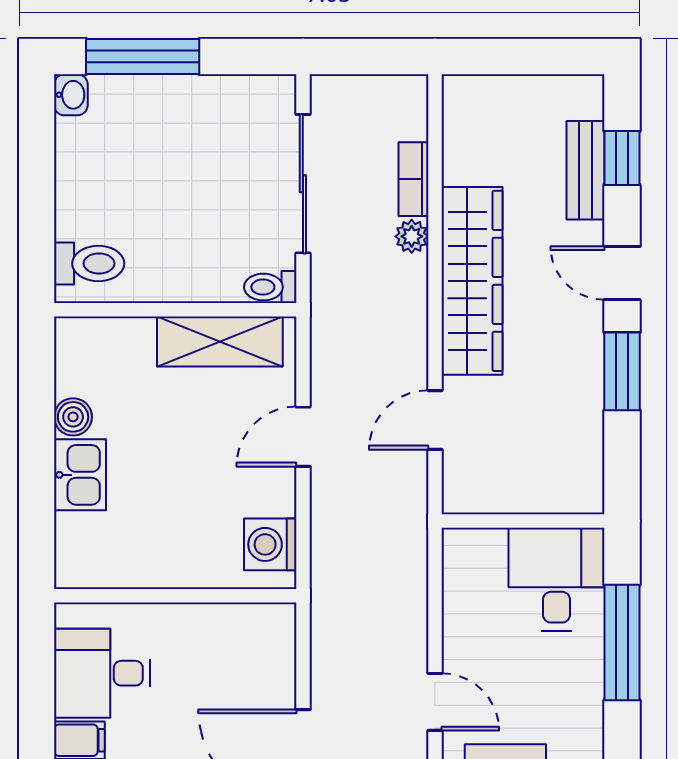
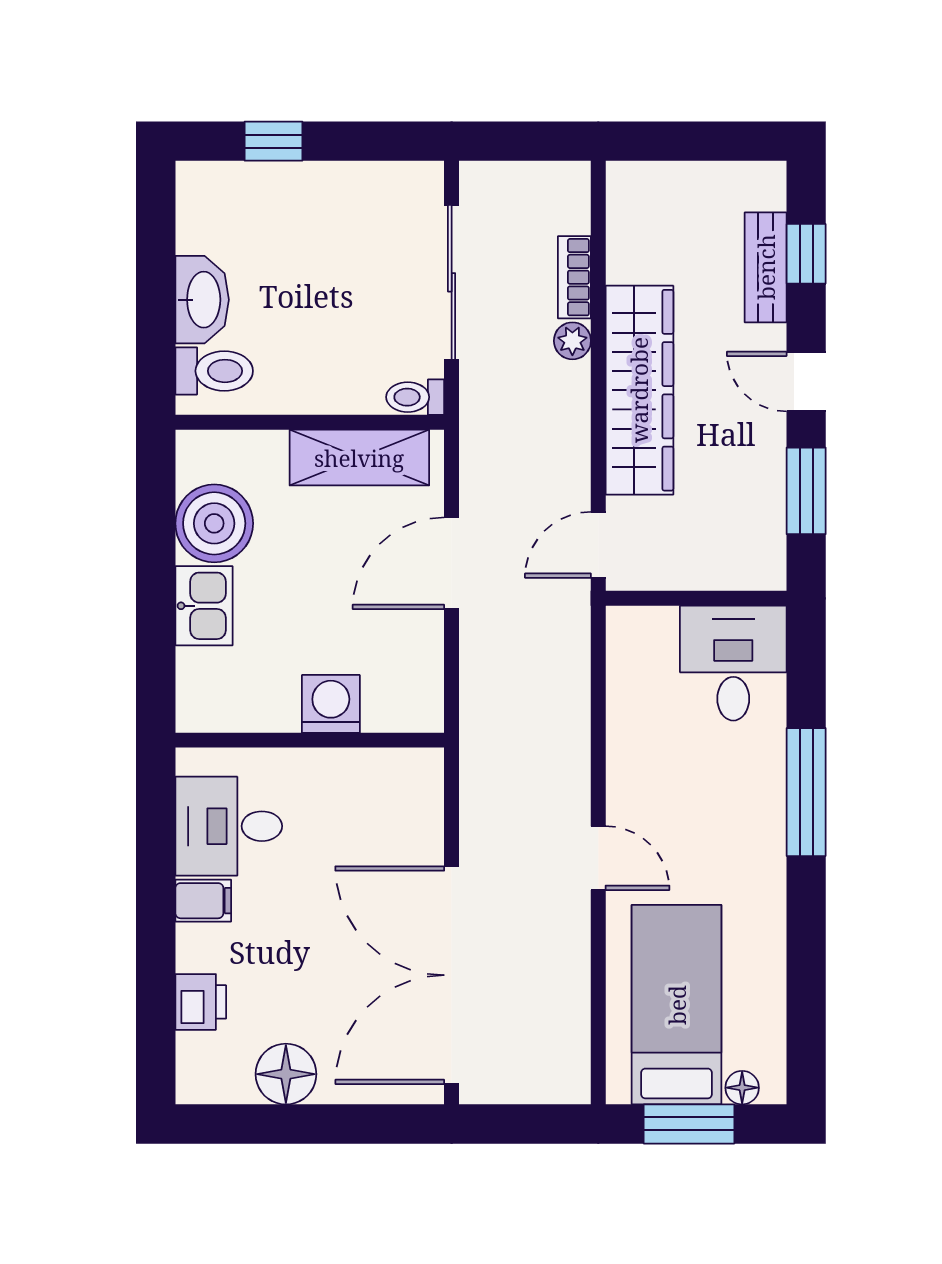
window: (143, 57) -> (274, 141), width x0.46
washbasin: (71, 95) -> (202, 300), moved, width x1.91, depth x1.45
boiler: (73, 417) -> (214, 523), width x1.86, depth x1.86
door: (303, 437) -> (452, 563), width x1.38
wall: (523, 521) -> (696, 598), moved
washing machine: (270, 544) -> (331, 704), moved, turned 90
desk: (556, 579) -> (733, 663), moved

